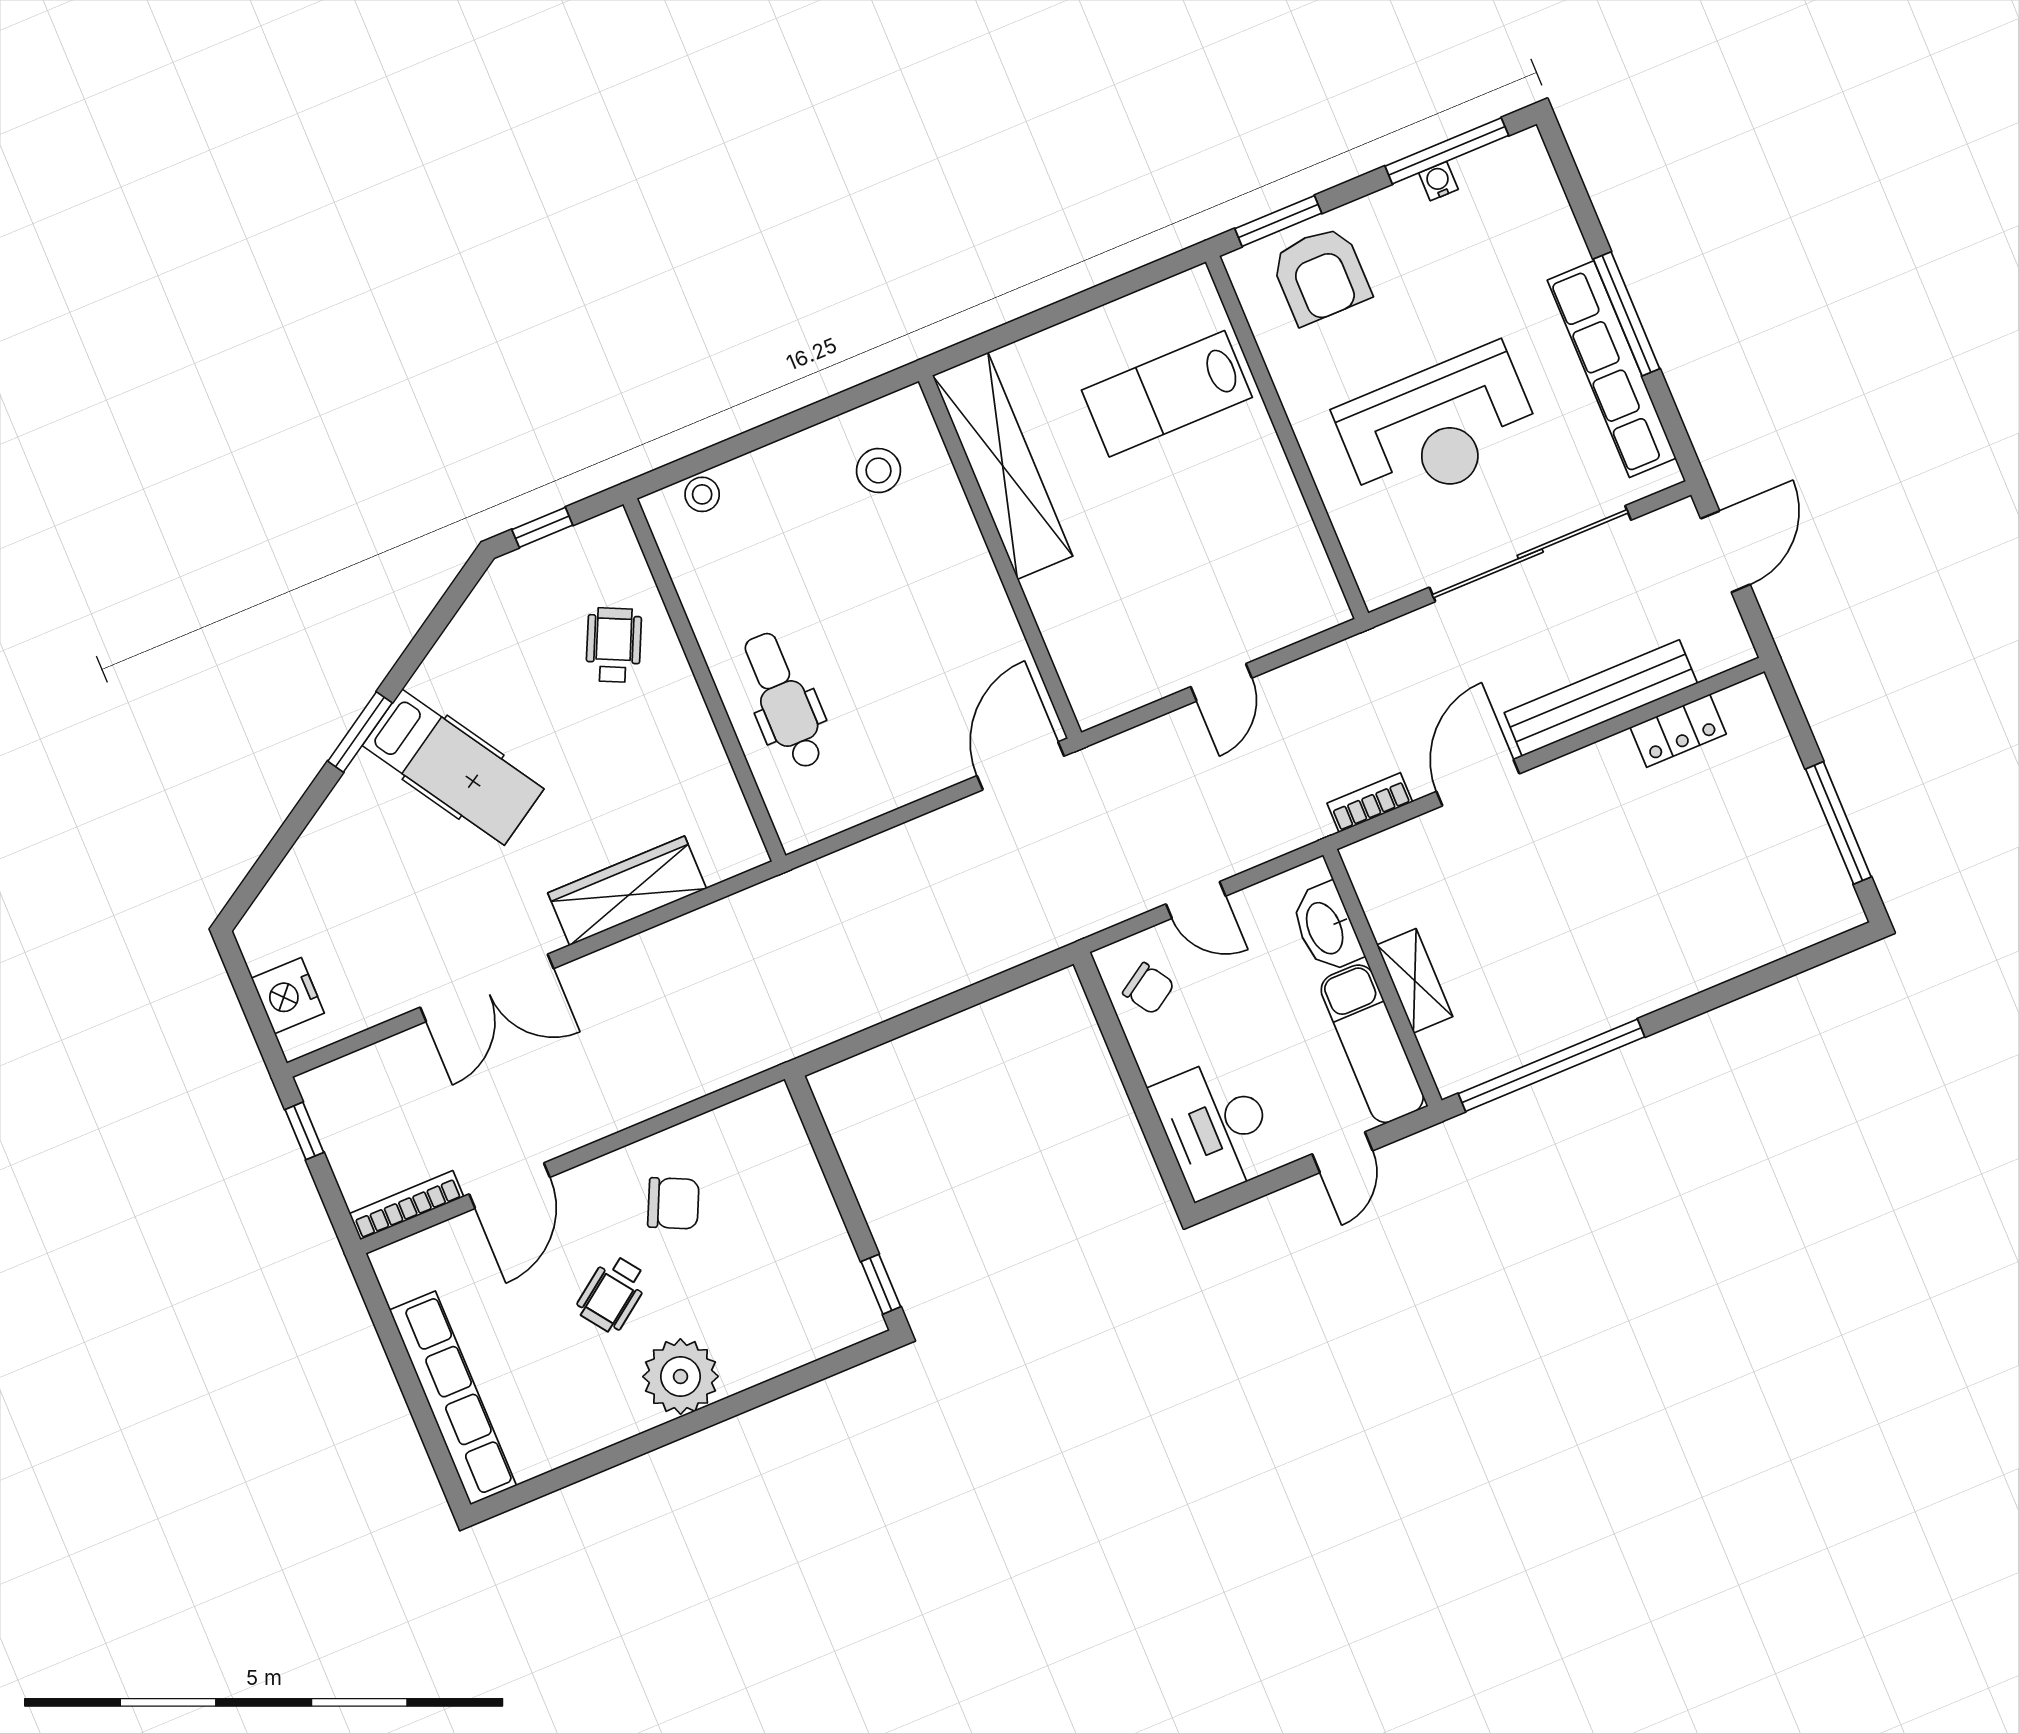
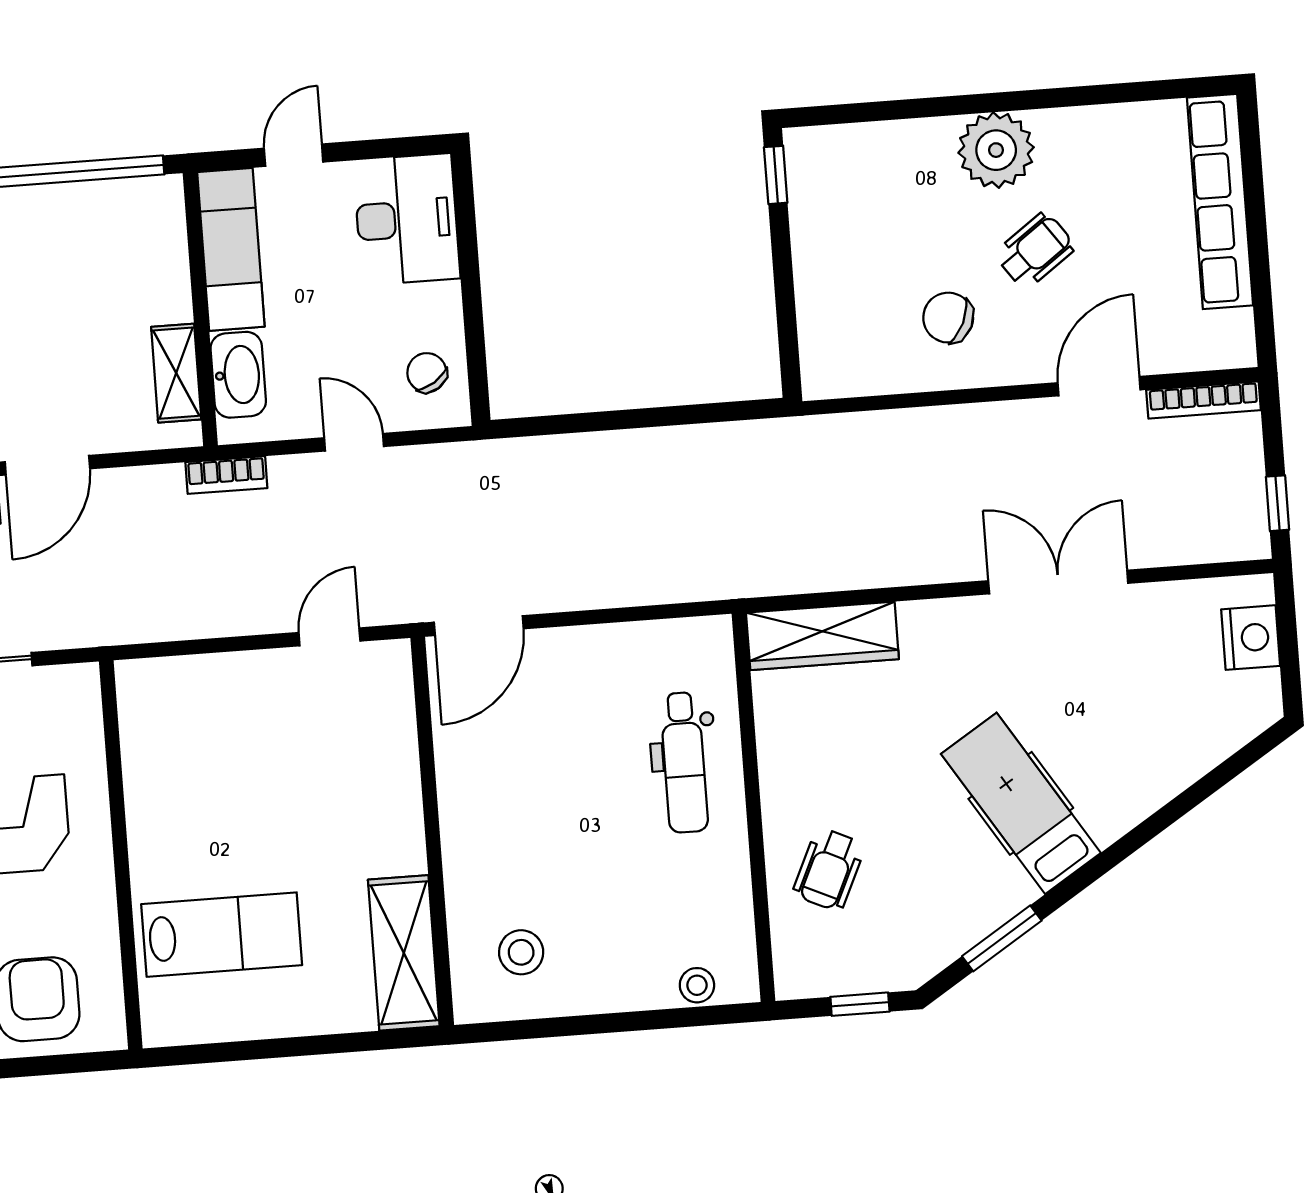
window: (1278, 221) -> (61, 1064), removed
shelving: (1003, 466) -> (404, 953), width x0.68
door: (1221, 682) -> (329, 637), moved
window: (360, 732) -> (1002, 938), moved
bookcase: (1370, 803) -> (226, 475), moved
wardrobe: (627, 891) -> (822, 636), moved
shelving: (1415, 981) -> (176, 373), moved

